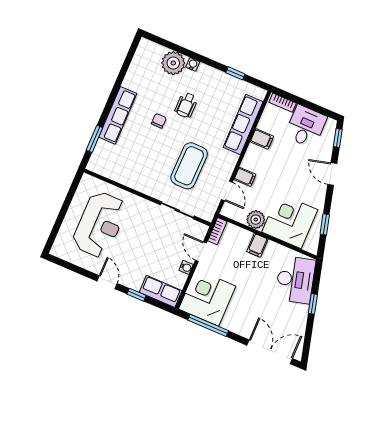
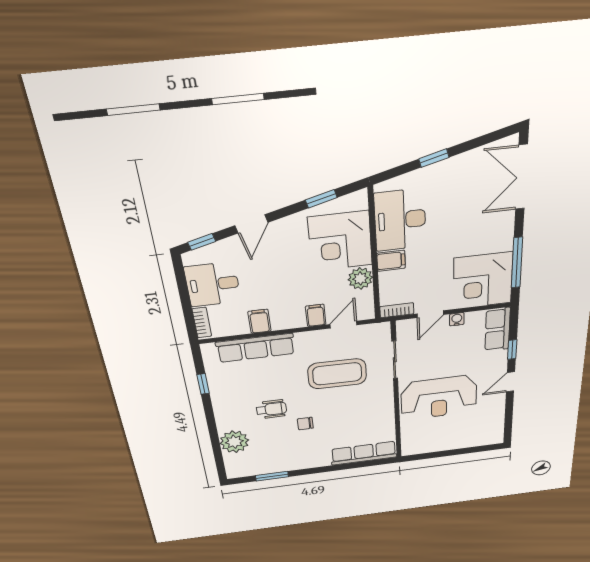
water cooler: (193, 64) -> (223, 425), removed
row of seats: (118, 115) -> (364, 453), moved
window: (94, 139) -> (272, 476), moved
reception desk: (100, 225) -> (439, 398), moved, turned 180
desk: (295, 280) -> (400, 220), moved, turned -75

